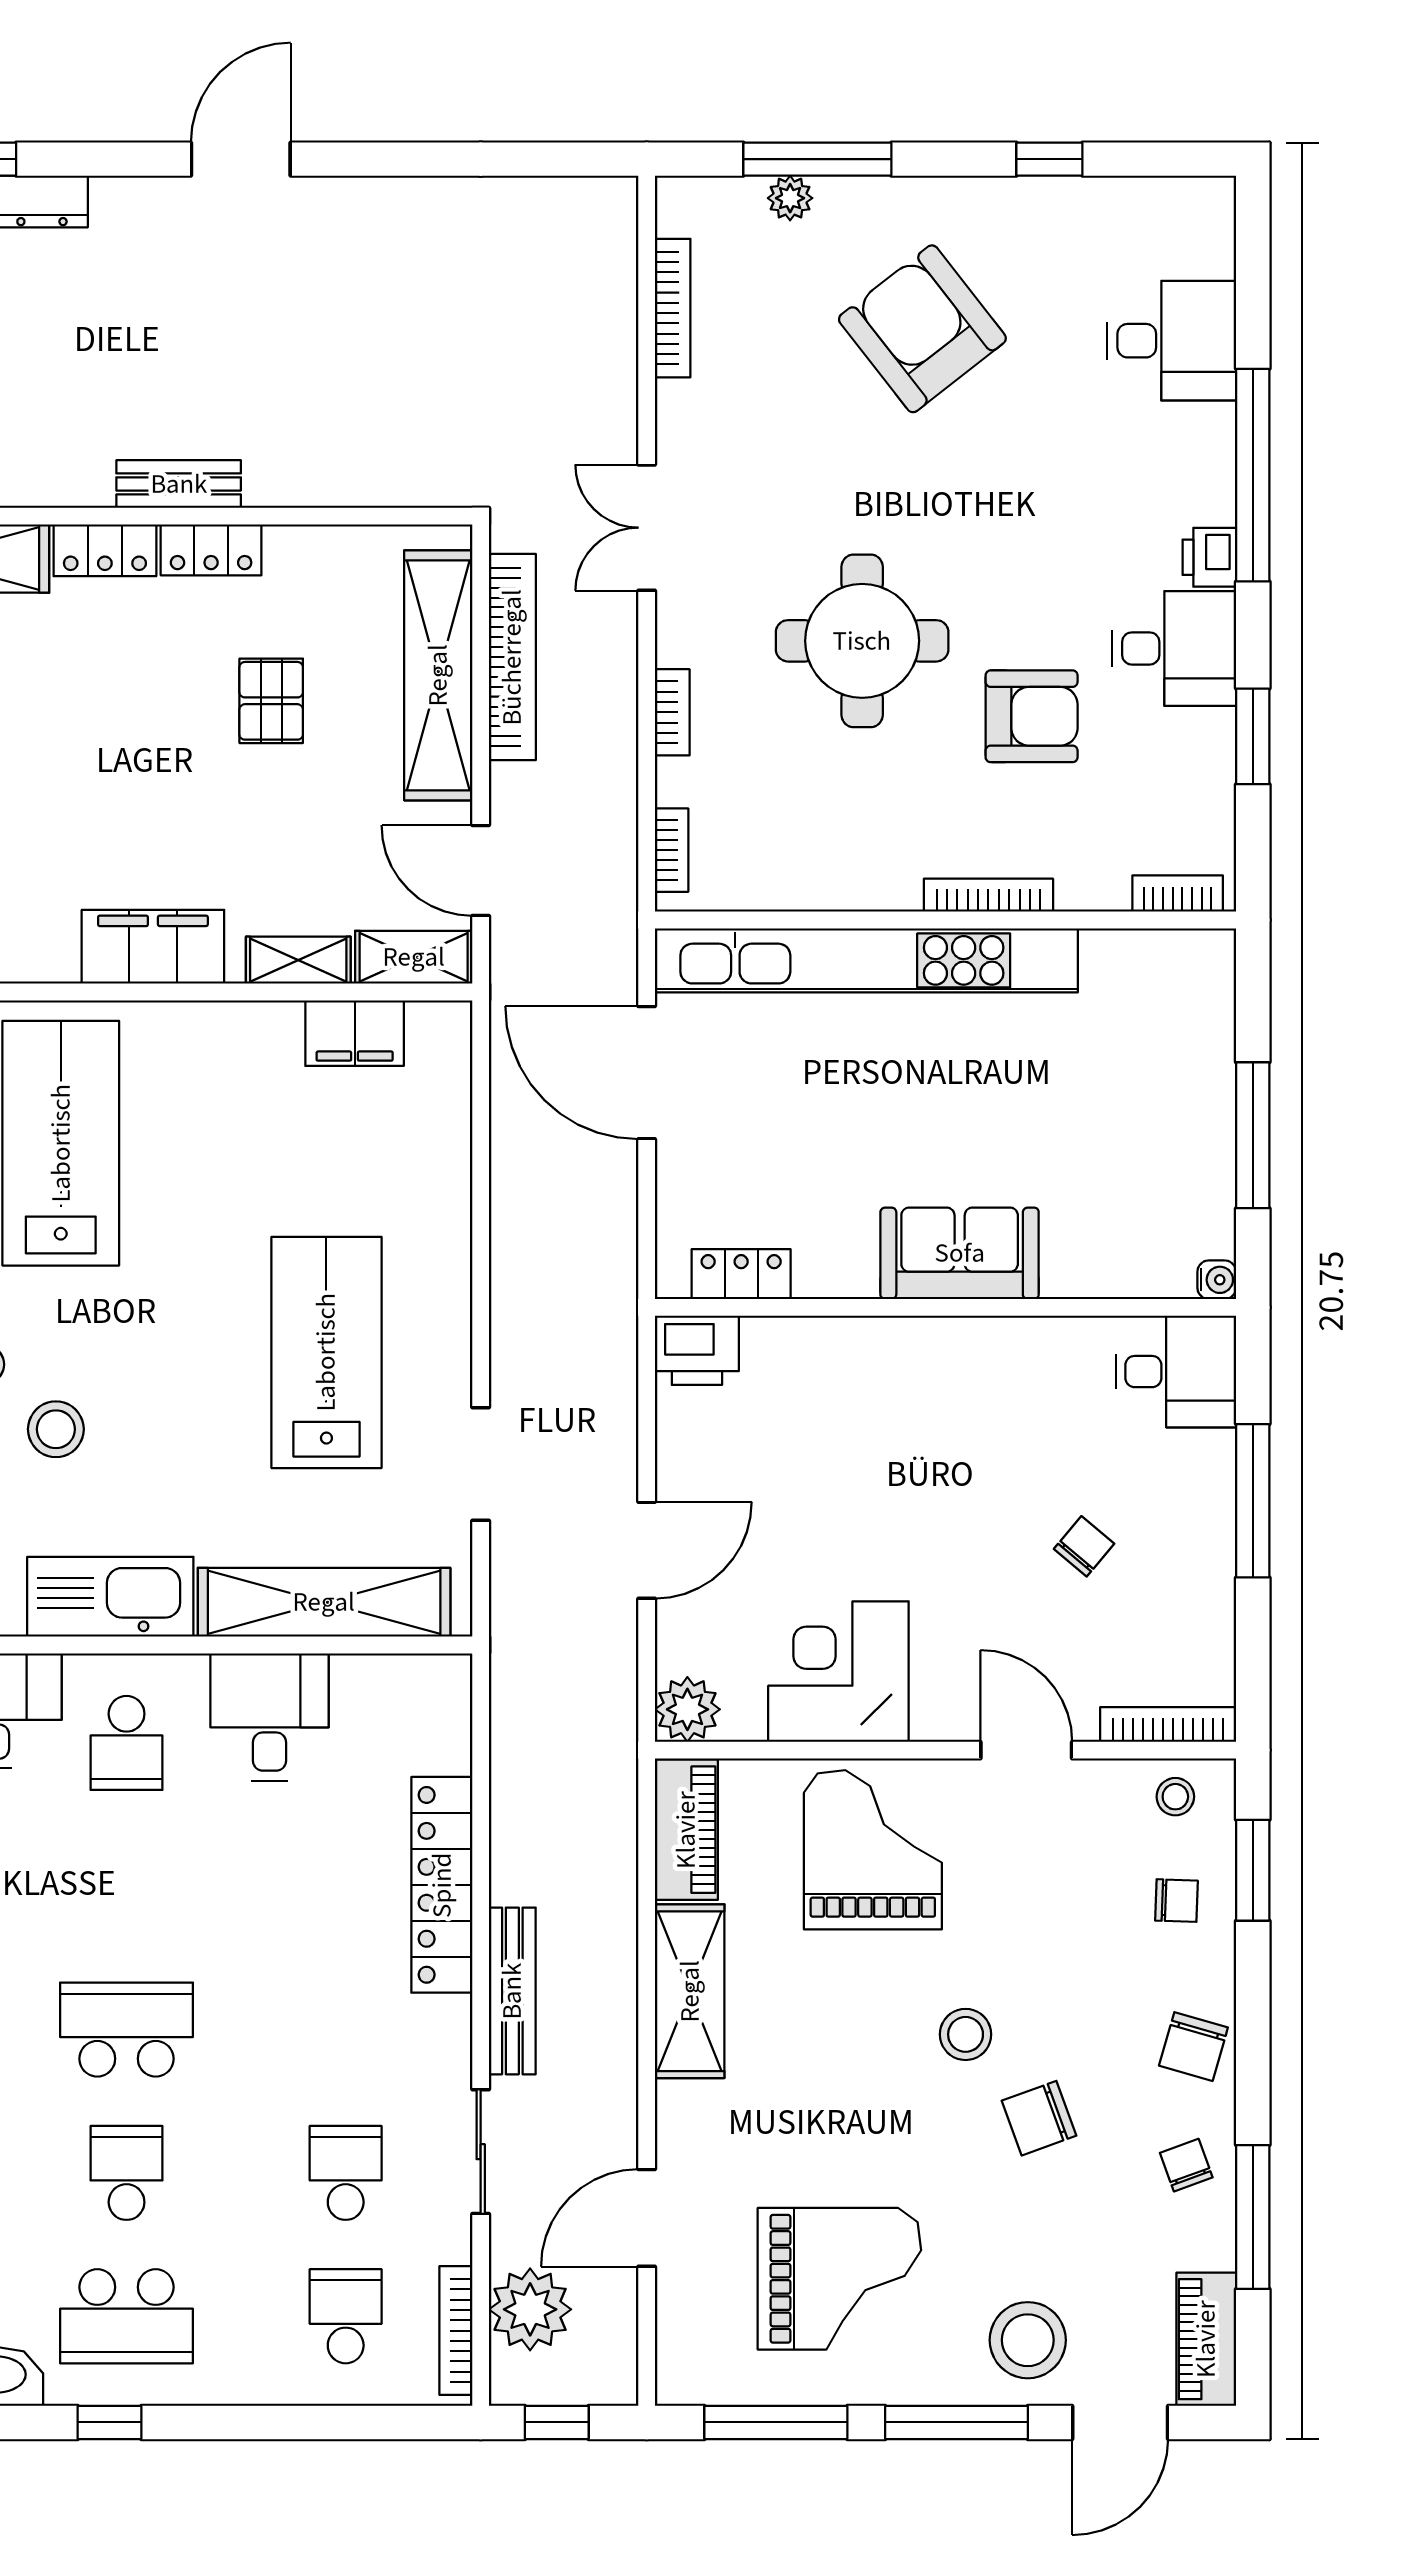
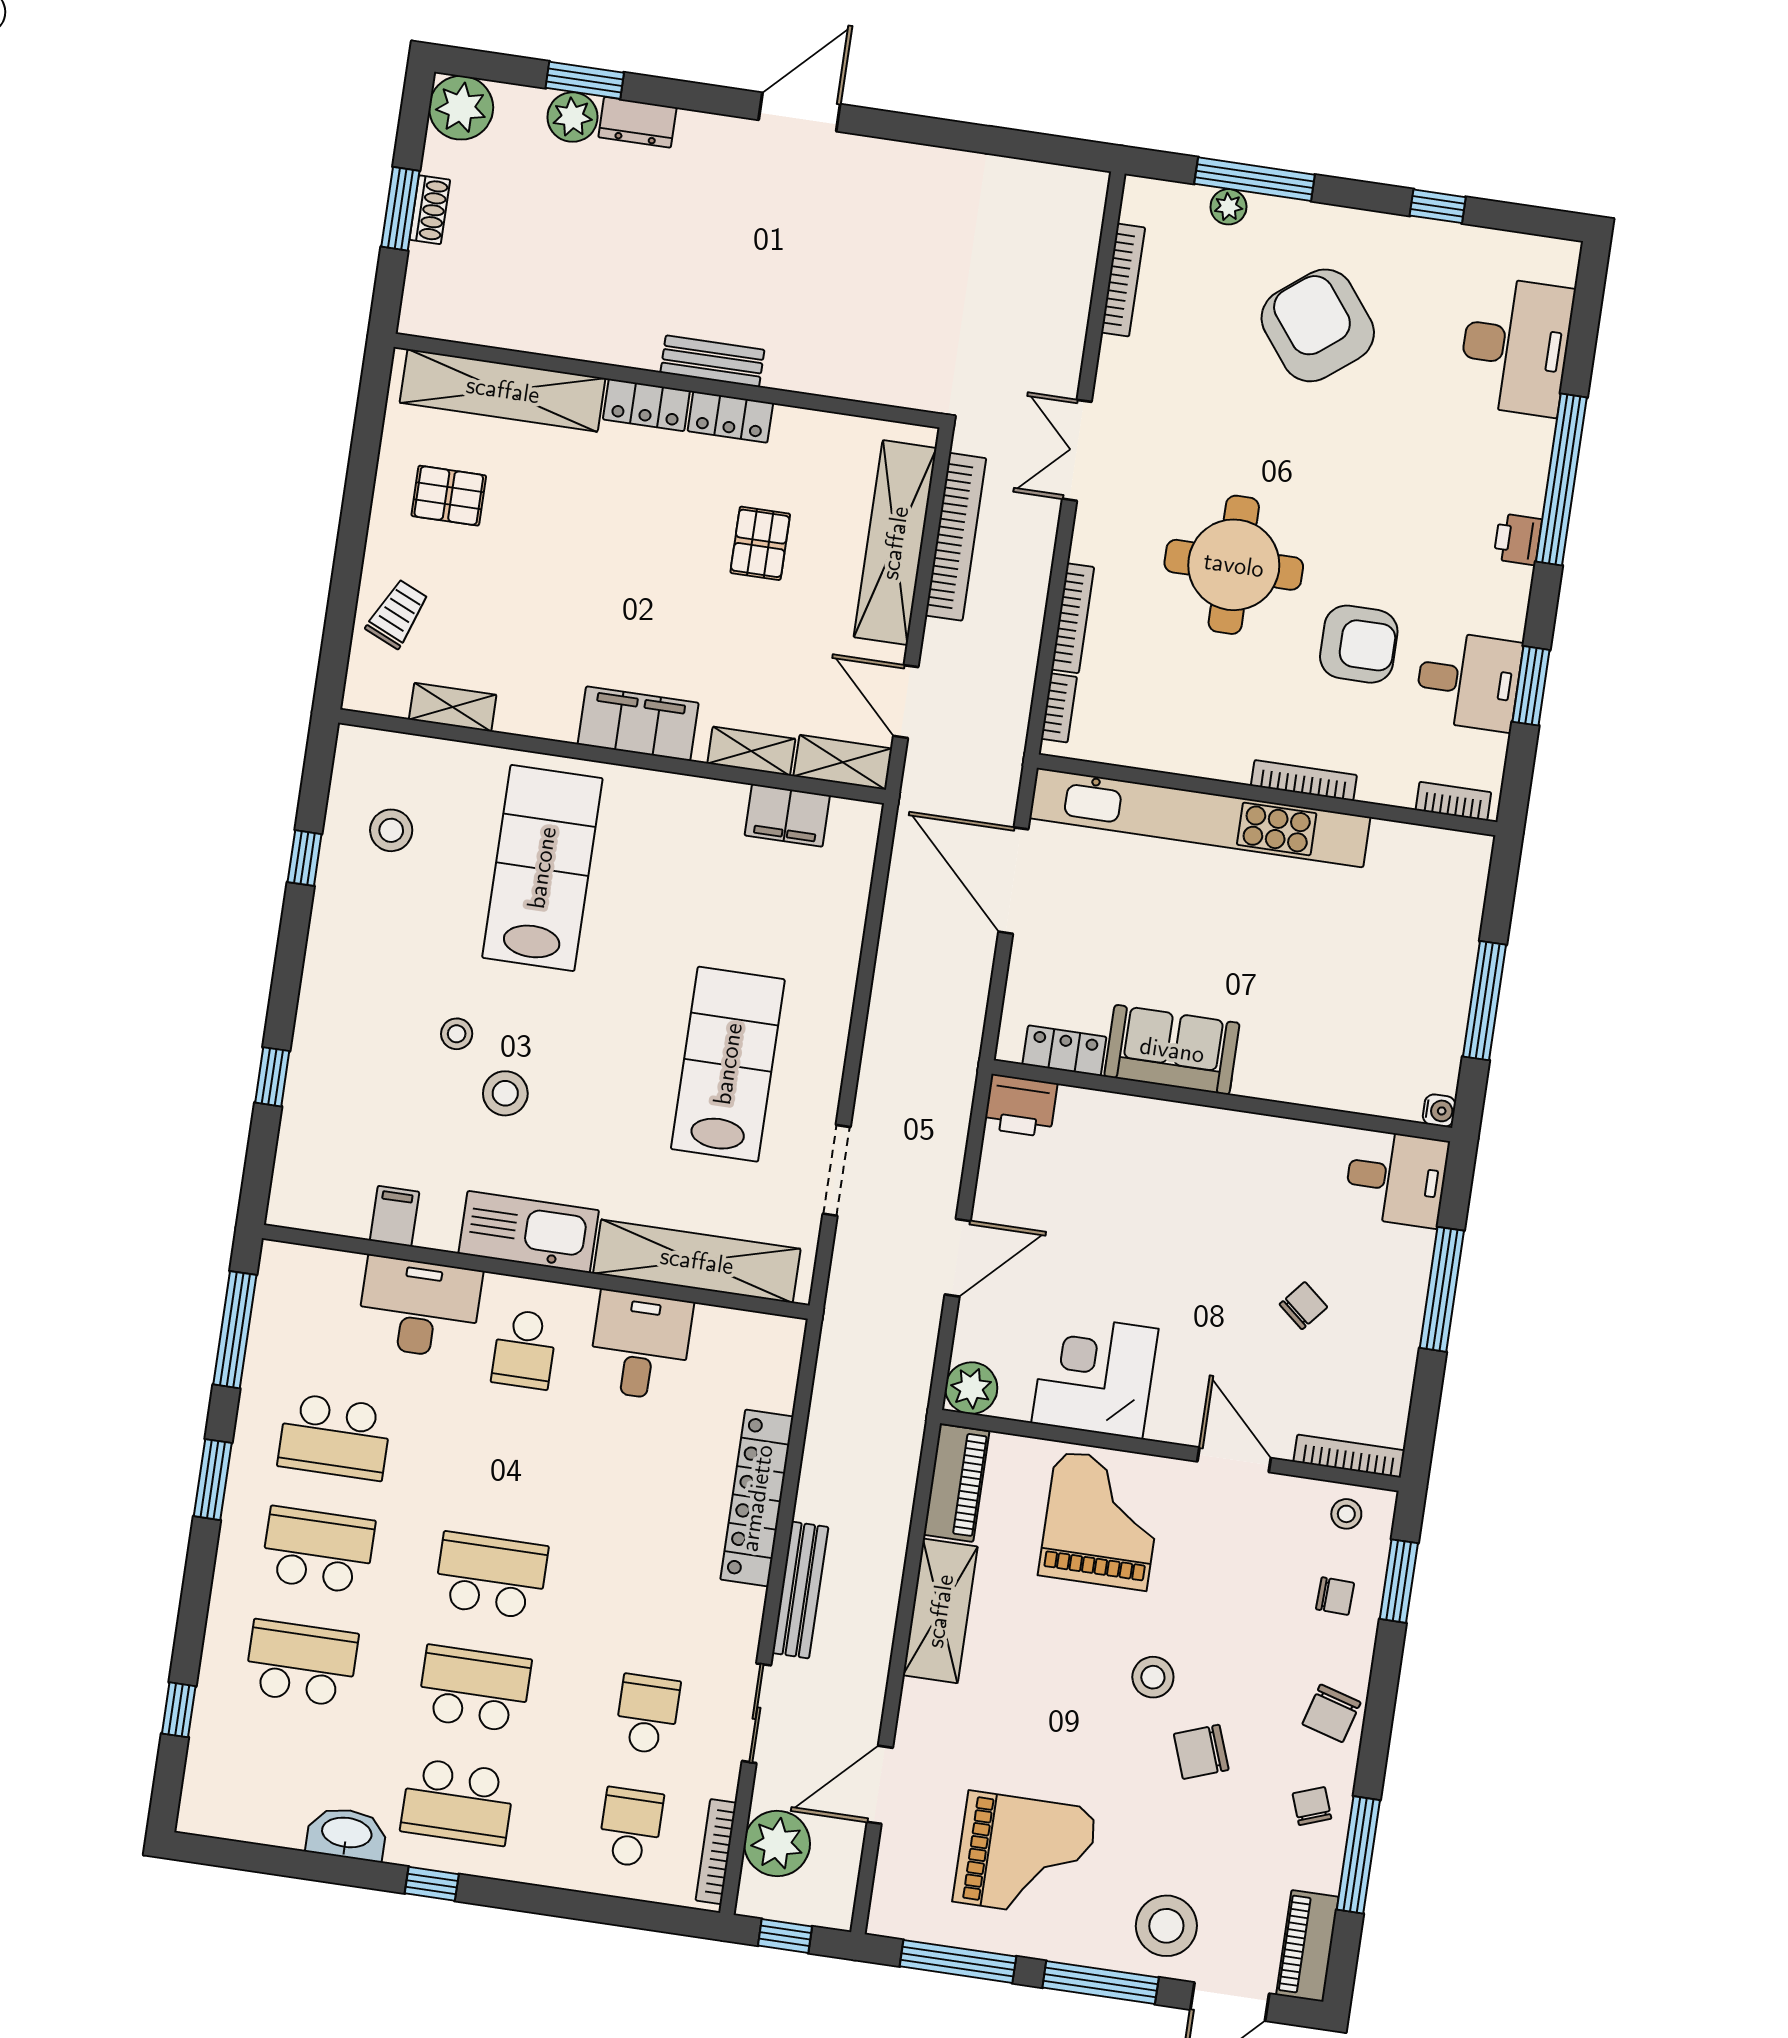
desk: (1172, 341) -> (1516, 346), width x1.37
desk: (1174, 648) -> (1468, 681), moved
bookcase: (672, 712) -> (1073, 618), width x1.56
sofa: (960, 1253) -> (1172, 1050), moved
school desk: (127, 2173) -> (474, 1689), width x1.85

